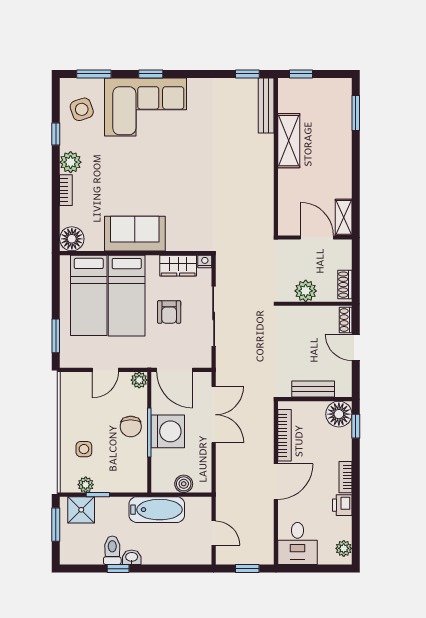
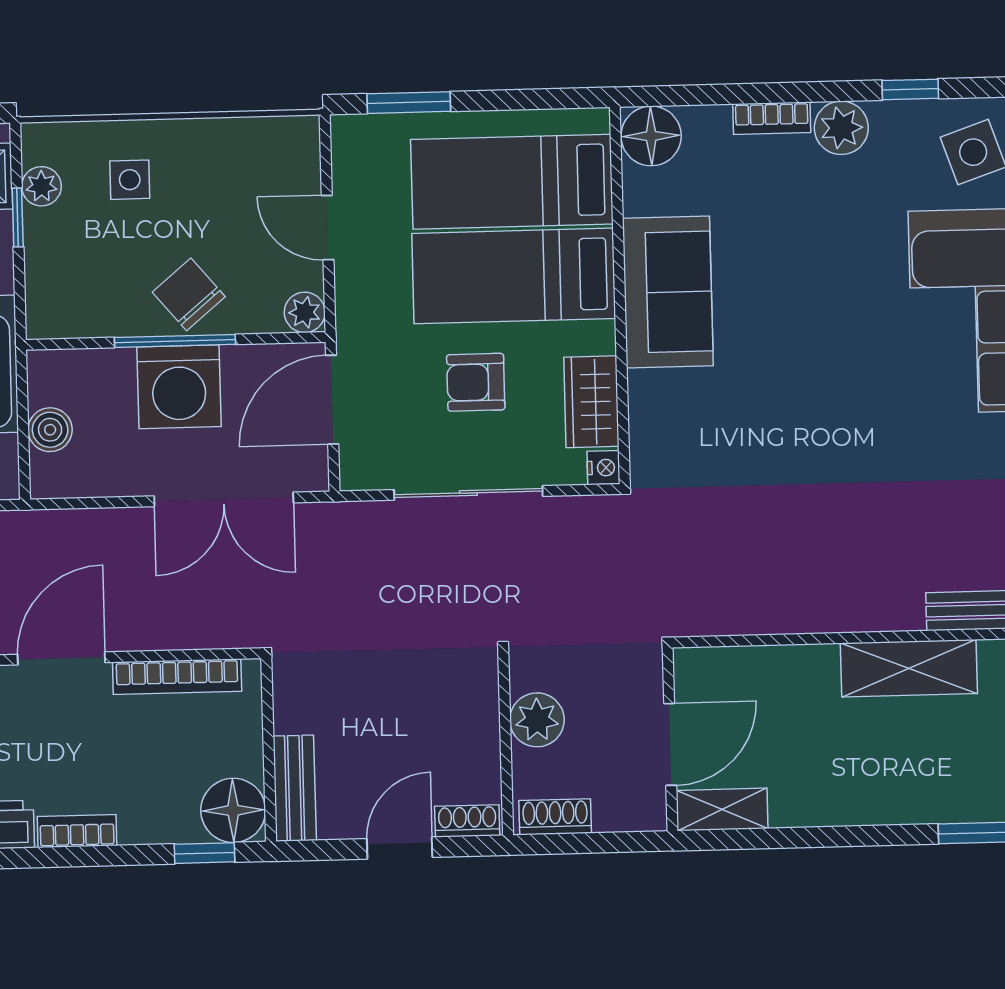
bench: (313, 389) -> (295, 788), moved
chair: (131, 427) -> (189, 294), turned 50
door: (276, 482) -> (61, 658), swing flipped

